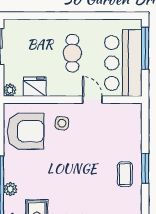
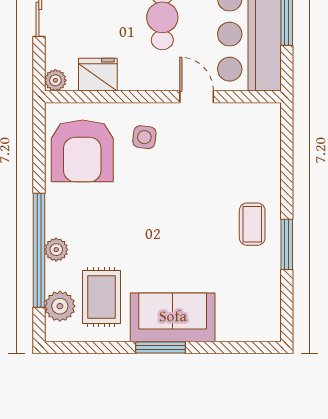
armchair: (26, 131) -> (82, 151), turned 90
window: (145, 168) -> (287, 244), moved

